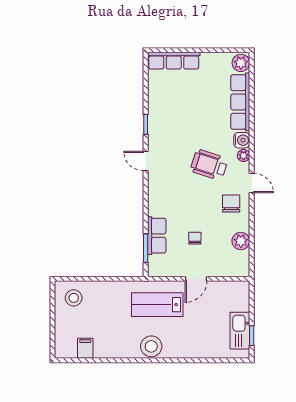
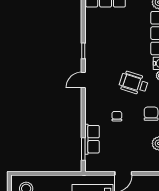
door: (146, 161) -> (83, 80), hinge flipped
chair: (195, 238) -> (117, 116), moved

